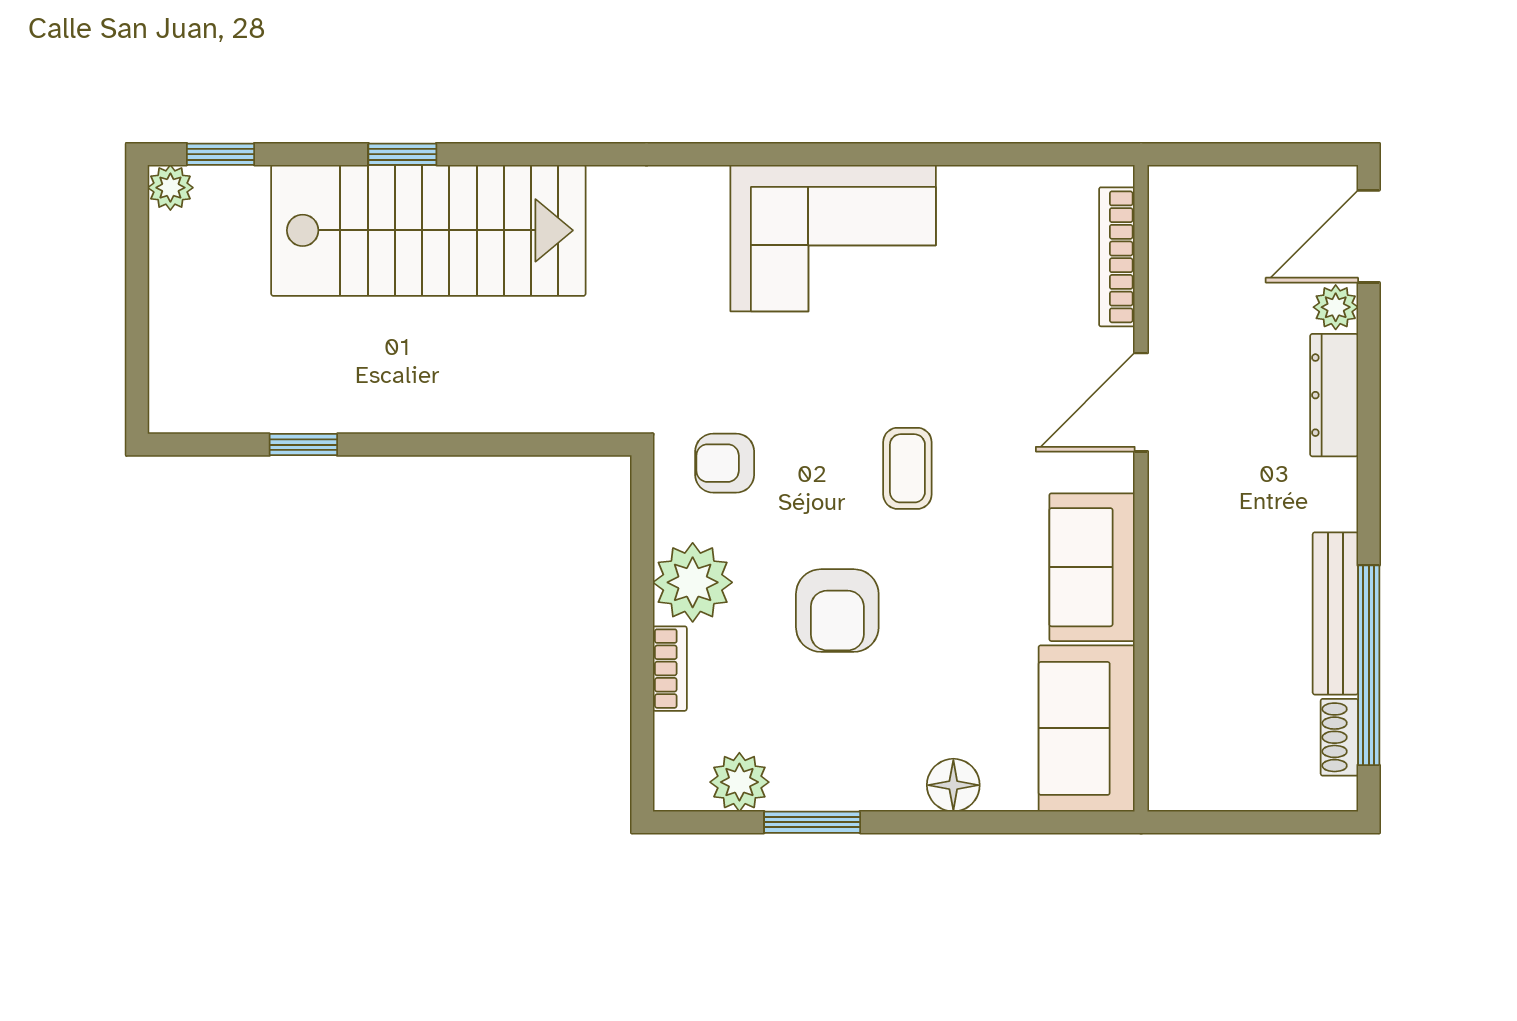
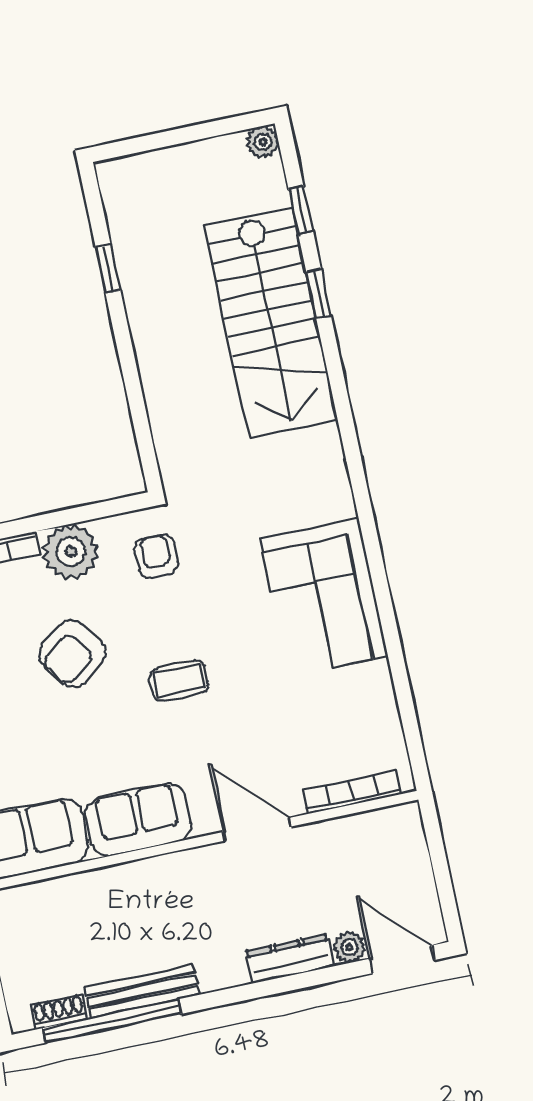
window: (221, 154) -> (301, 210), moved
armchair: (837, 611) -> (72, 654), turned -37

